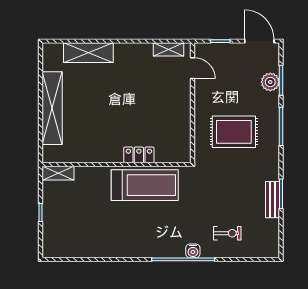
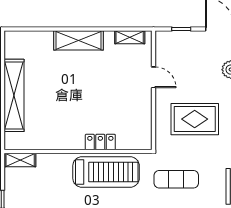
shelving: (88, 53) -> (78, 40), moved
door: (192, 68) -> (154, 77), moved
exercise mat: (215, 192) -> (176, 179), added

